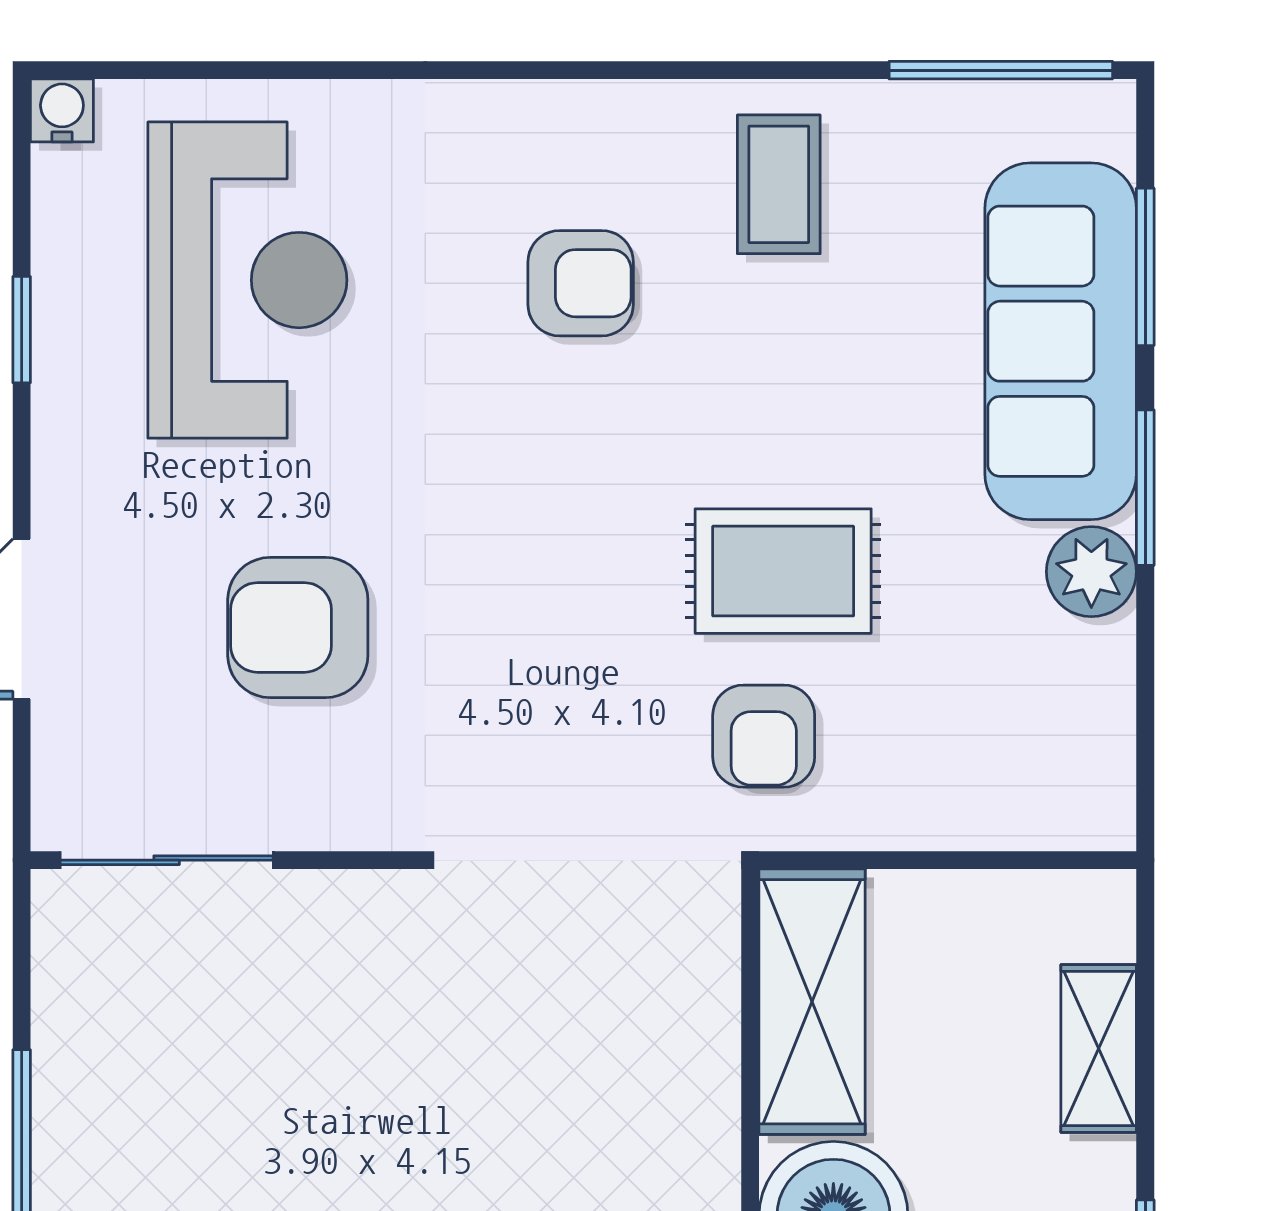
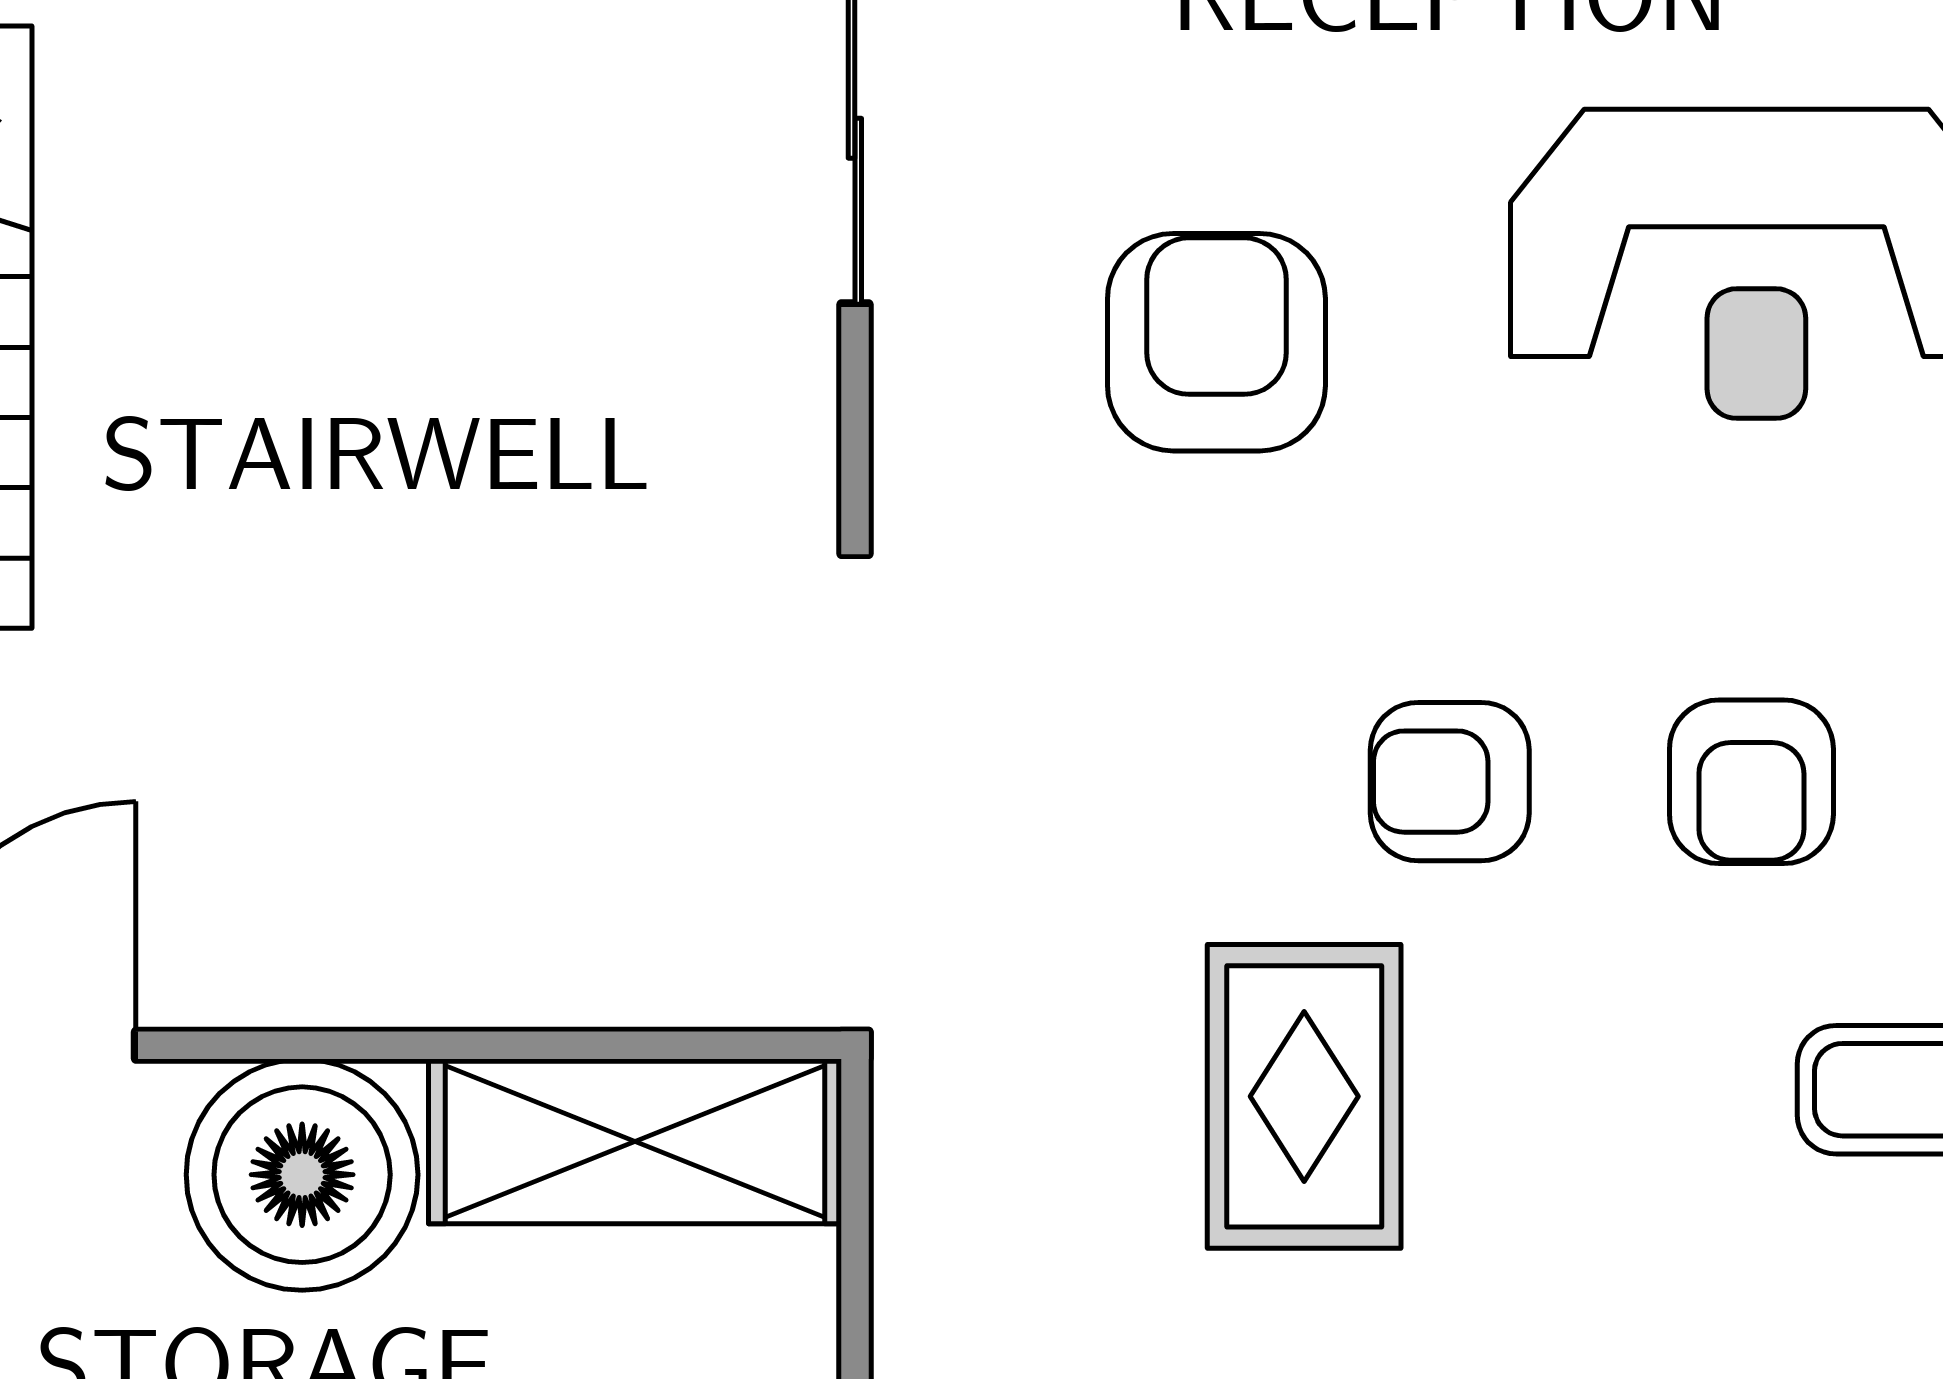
armchair: (764, 736) -> (1450, 782), moved

